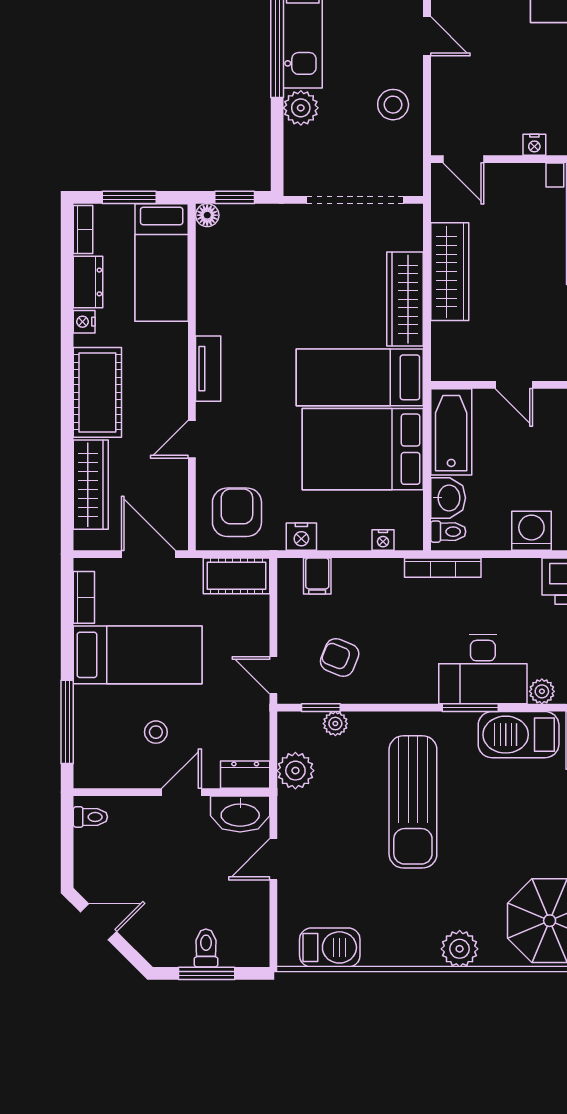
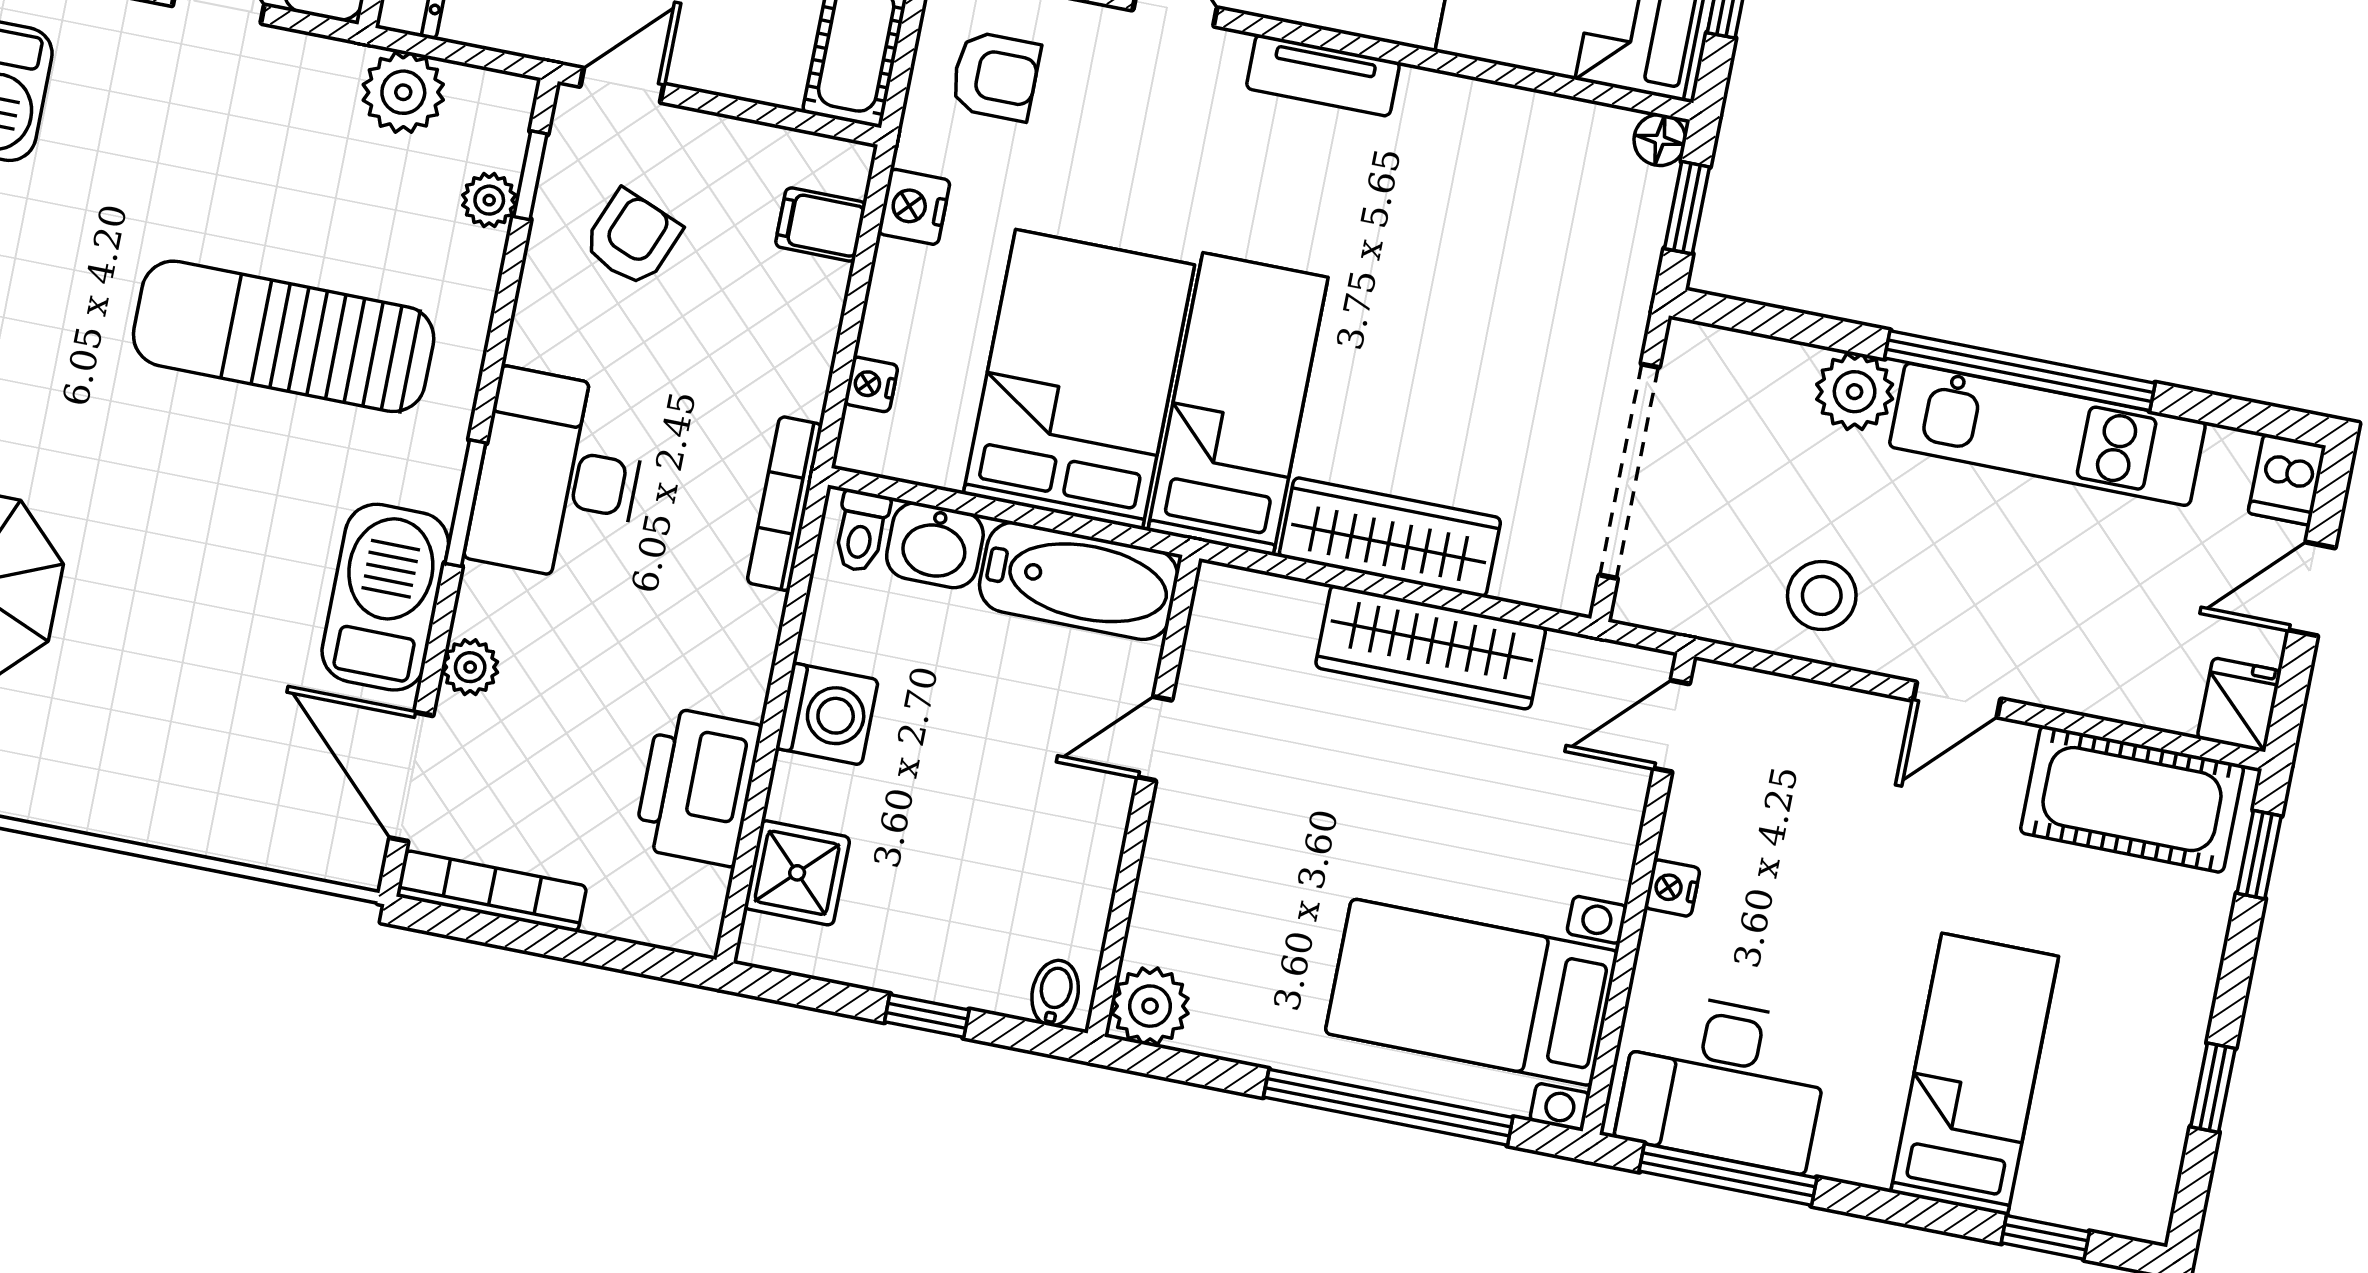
armchair: (237, 512) -> (995, 76), width x0.72, depth x0.72
desk: (483, 669) -> (558, 476), moved

